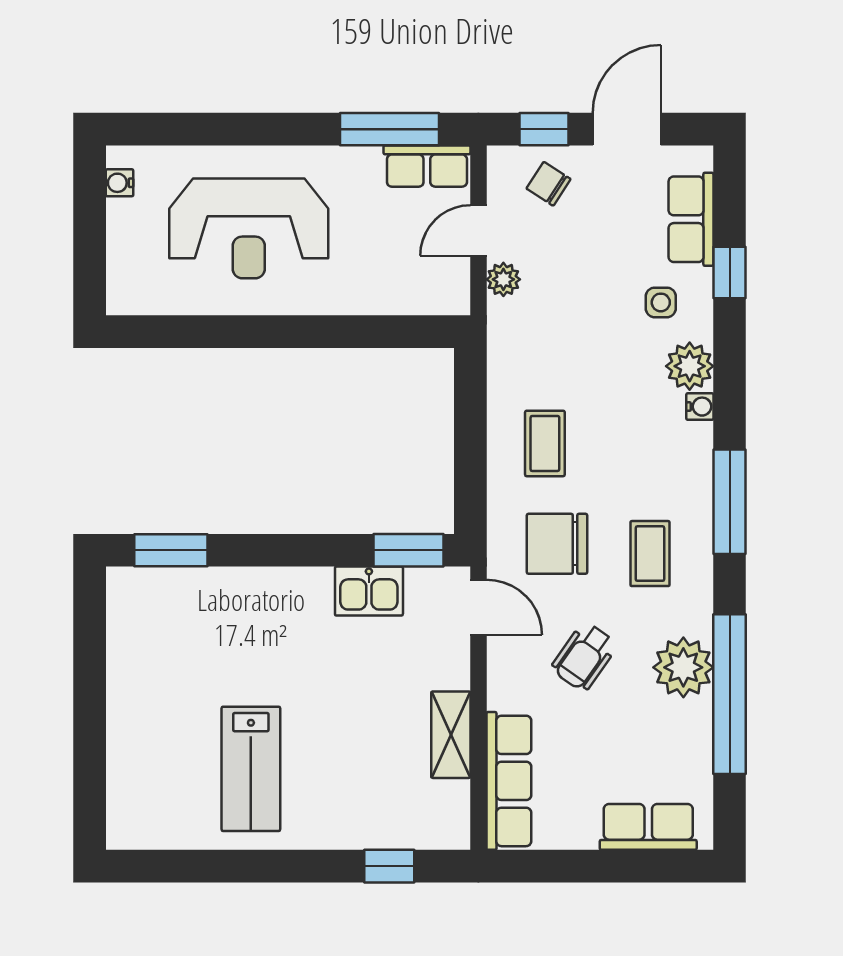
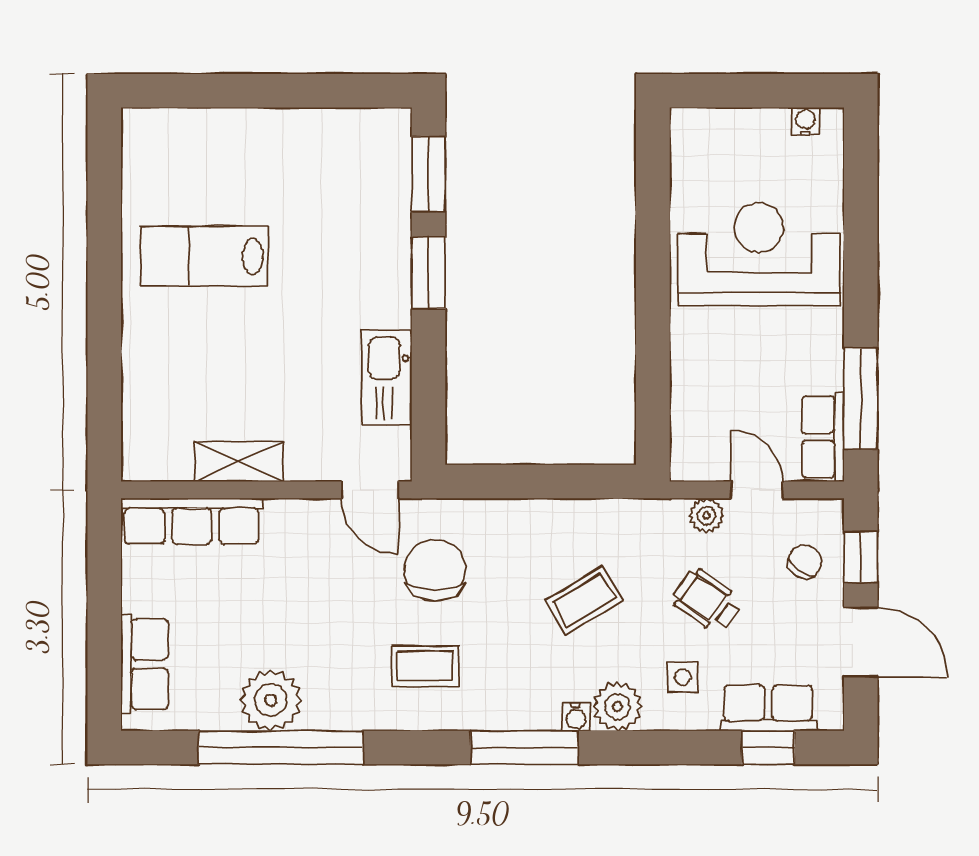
reception desk: (249, 228) -> (759, 254), turned 90
window: (730, 273) -> (768, 748), moved
coffee table: (545, 443) -> (584, 600), moved, turned -31
window: (730, 502) -> (524, 748), moved
window: (409, 550) -> (428, 273), moved
kitchen sink: (369, 591) -> (387, 377), width x1.38
door: (478, 607) -> (370, 490), hinge flipped
wheelchair: (584, 657) -> (707, 601), moved
plant: (683, 667) -> (271, 700), moved
window: (389, 866) -> (104, 398), removed

